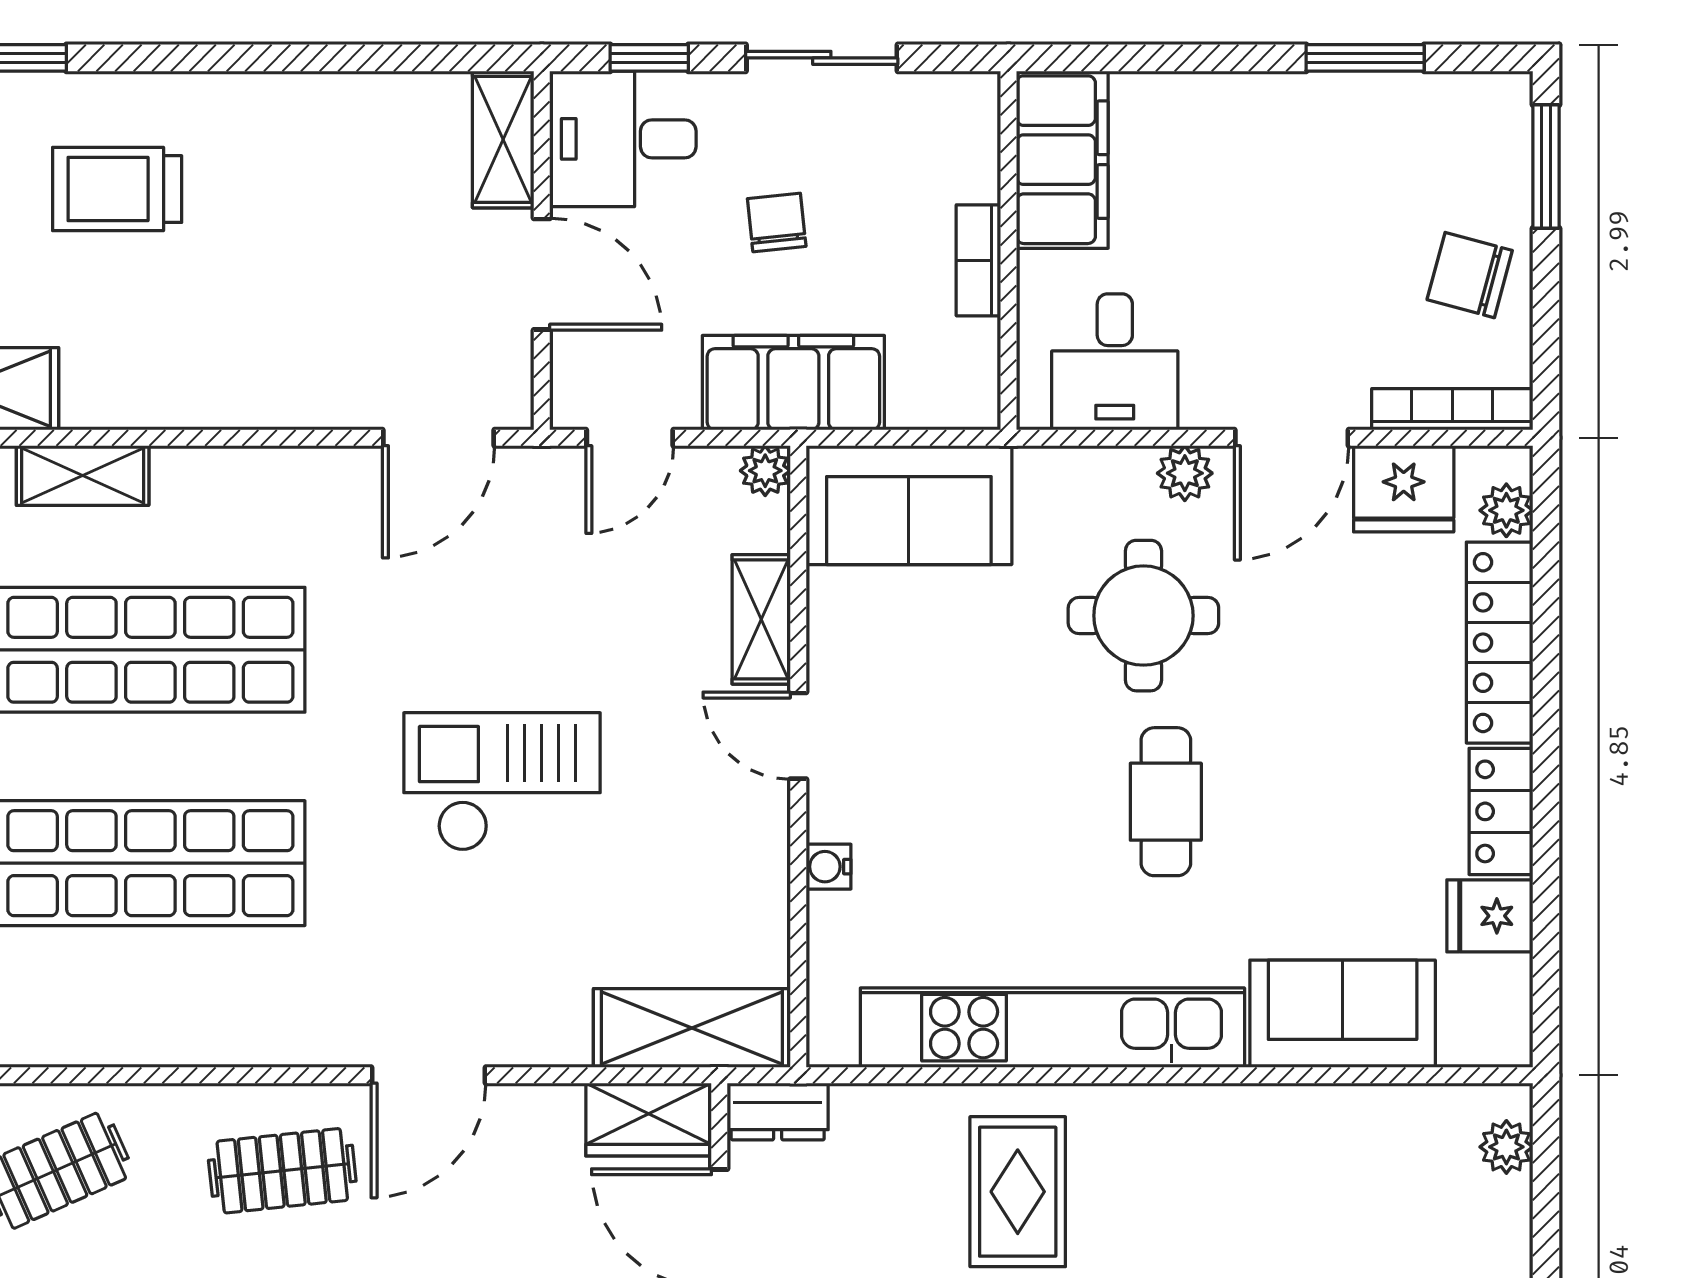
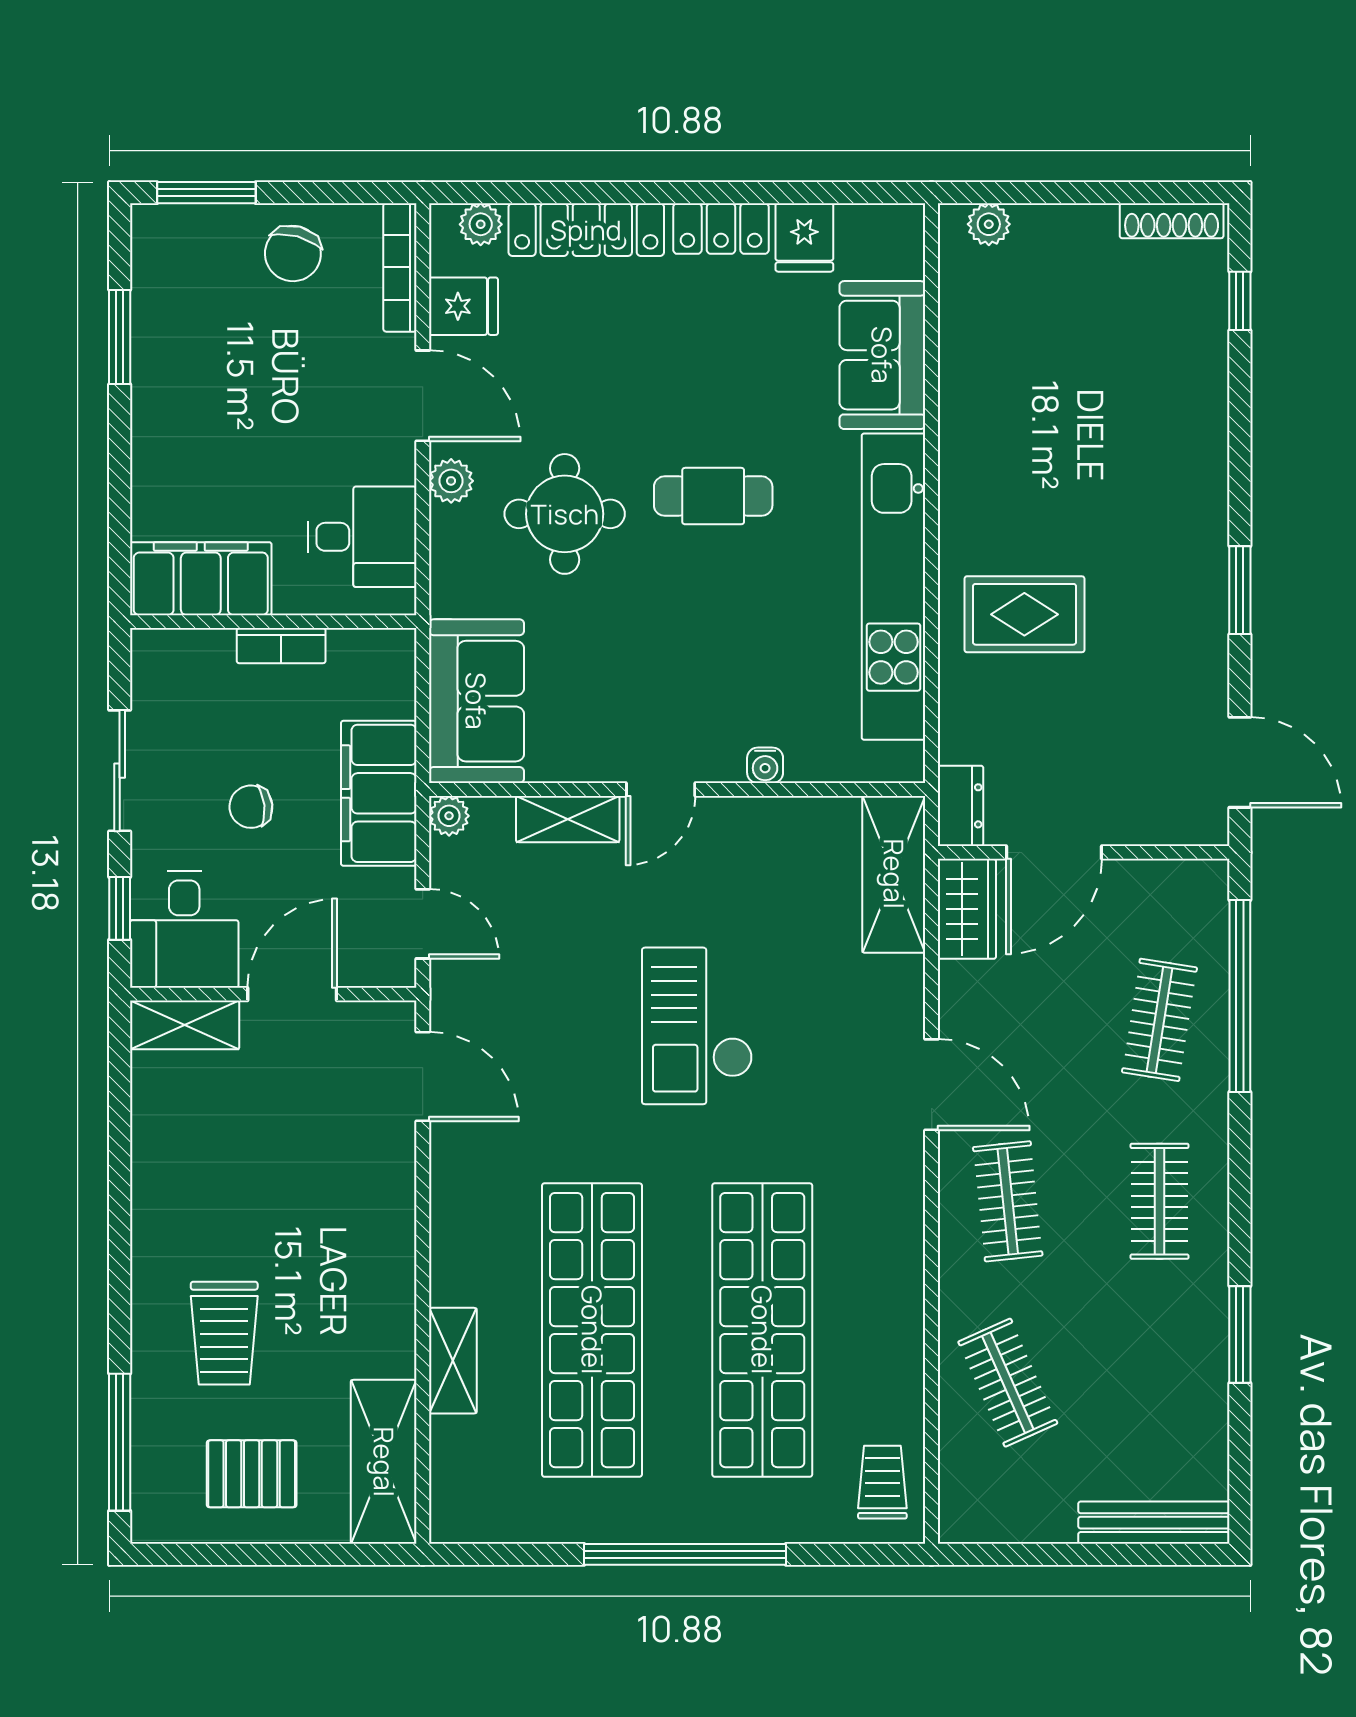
fridge: (1404, 489) -> (463, 306), width x0.72

